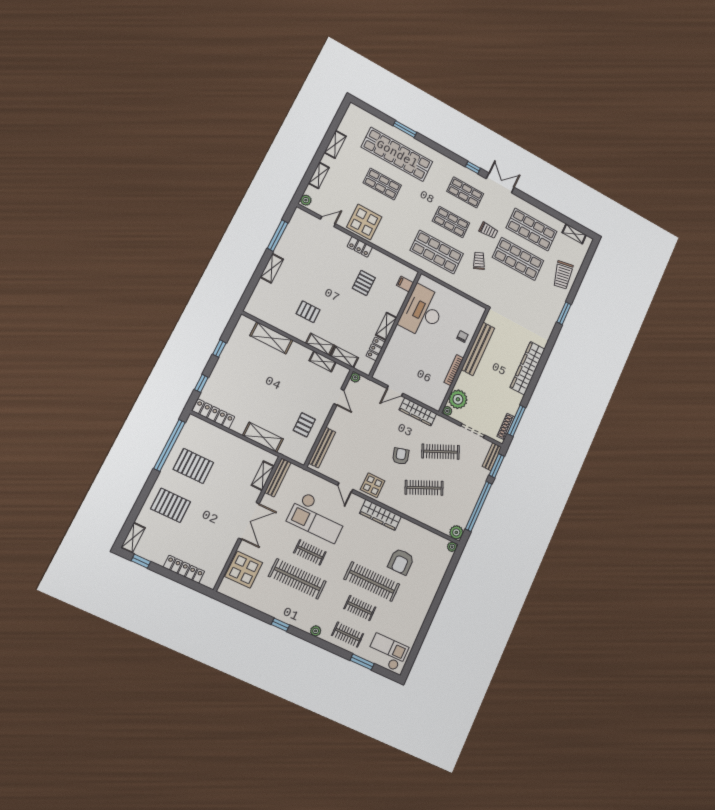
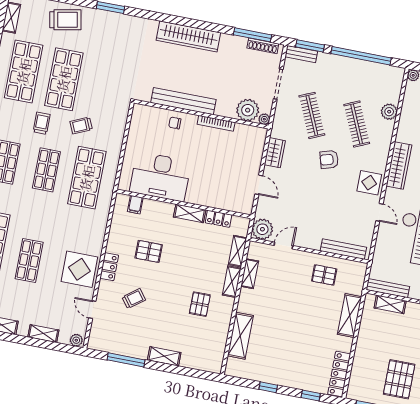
trolley: (328, 258) -> (134, 299), added
plant: (355, 377) -> (262, 229), width x1.88, depth x1.88
wardrobe: (418, 412) -> (275, 153), width x0.67
door: (345, 487) -> (379, 212), hinge flipped
plant: (456, 532) -> (389, 112), moved

